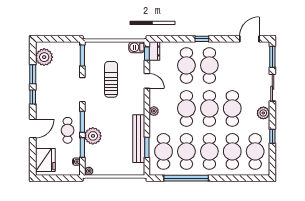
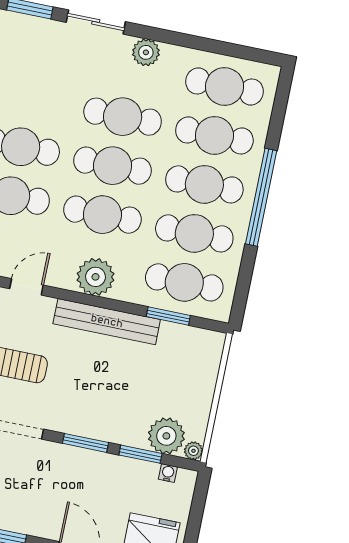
plant: (154, 111) -> (95, 277), width x1.87, depth x1.87
cafe table: (68, 130) -> (97, 478), removed
plant: (93, 136) -> (166, 436), moved
window: (272, 136) -> (200, 43), removed
bench: (139, 139) -> (107, 322), moved
window: (186, 178) -> (261, 197), moved

